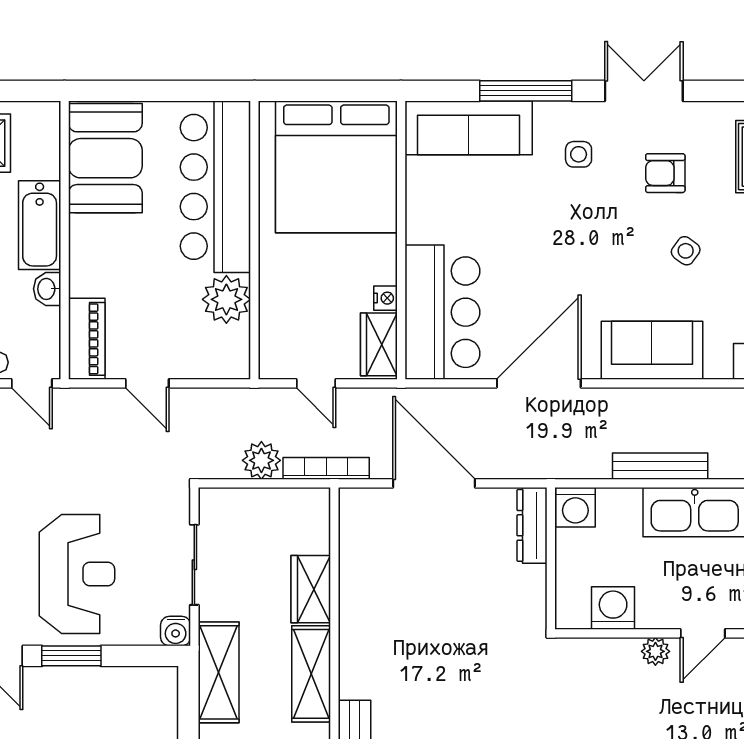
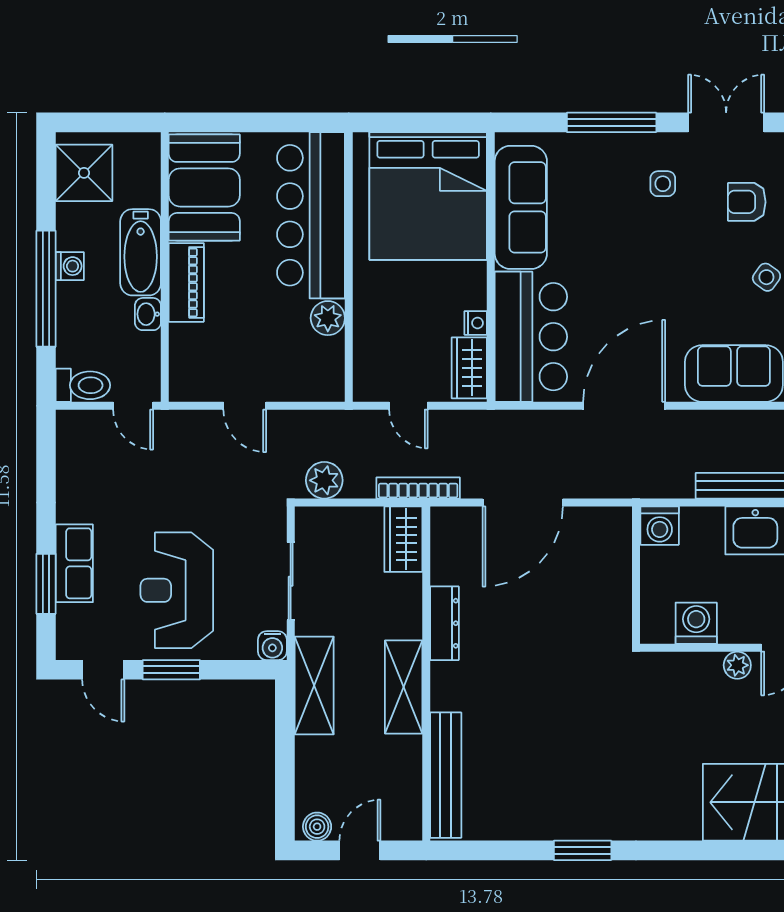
sofa: (469, 128) -> (521, 207), moved, turned -90
plant: (226, 299) -> (328, 318), width x0.73, depth x0.73
piano: (87, 339) -> (186, 282), moved
plant: (261, 460) -> (324, 480), moved
door: (434, 483) -> (523, 503), swing flipped
dresser: (532, 525) -> (444, 623), moved, turned 180
reception desk: (77, 574) -> (177, 590), turned 180
wardrobe: (311, 589) -> (403, 539), moved

